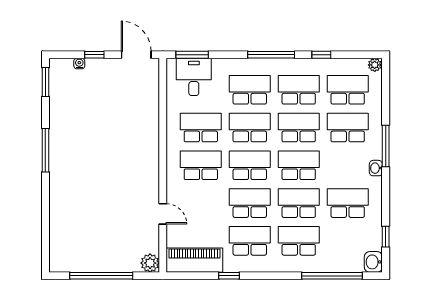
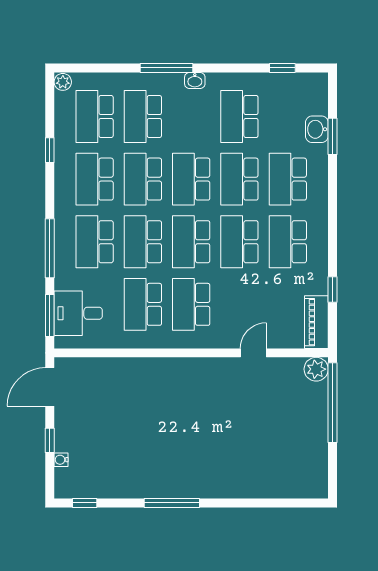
window: (271, 55) -> (50, 248), moved
window: (45, 82) -> (85, 503), width x0.67
piano: (194, 260) -> (316, 322), width x0.73, depth x0.75
washbasin: (373, 262) -> (317, 129), moved, turned 90
window: (101, 276) -> (333, 403), moved
window: (229, 276) -> (333, 290), moved
window: (332, 276) -> (333, 136), width x0.47

